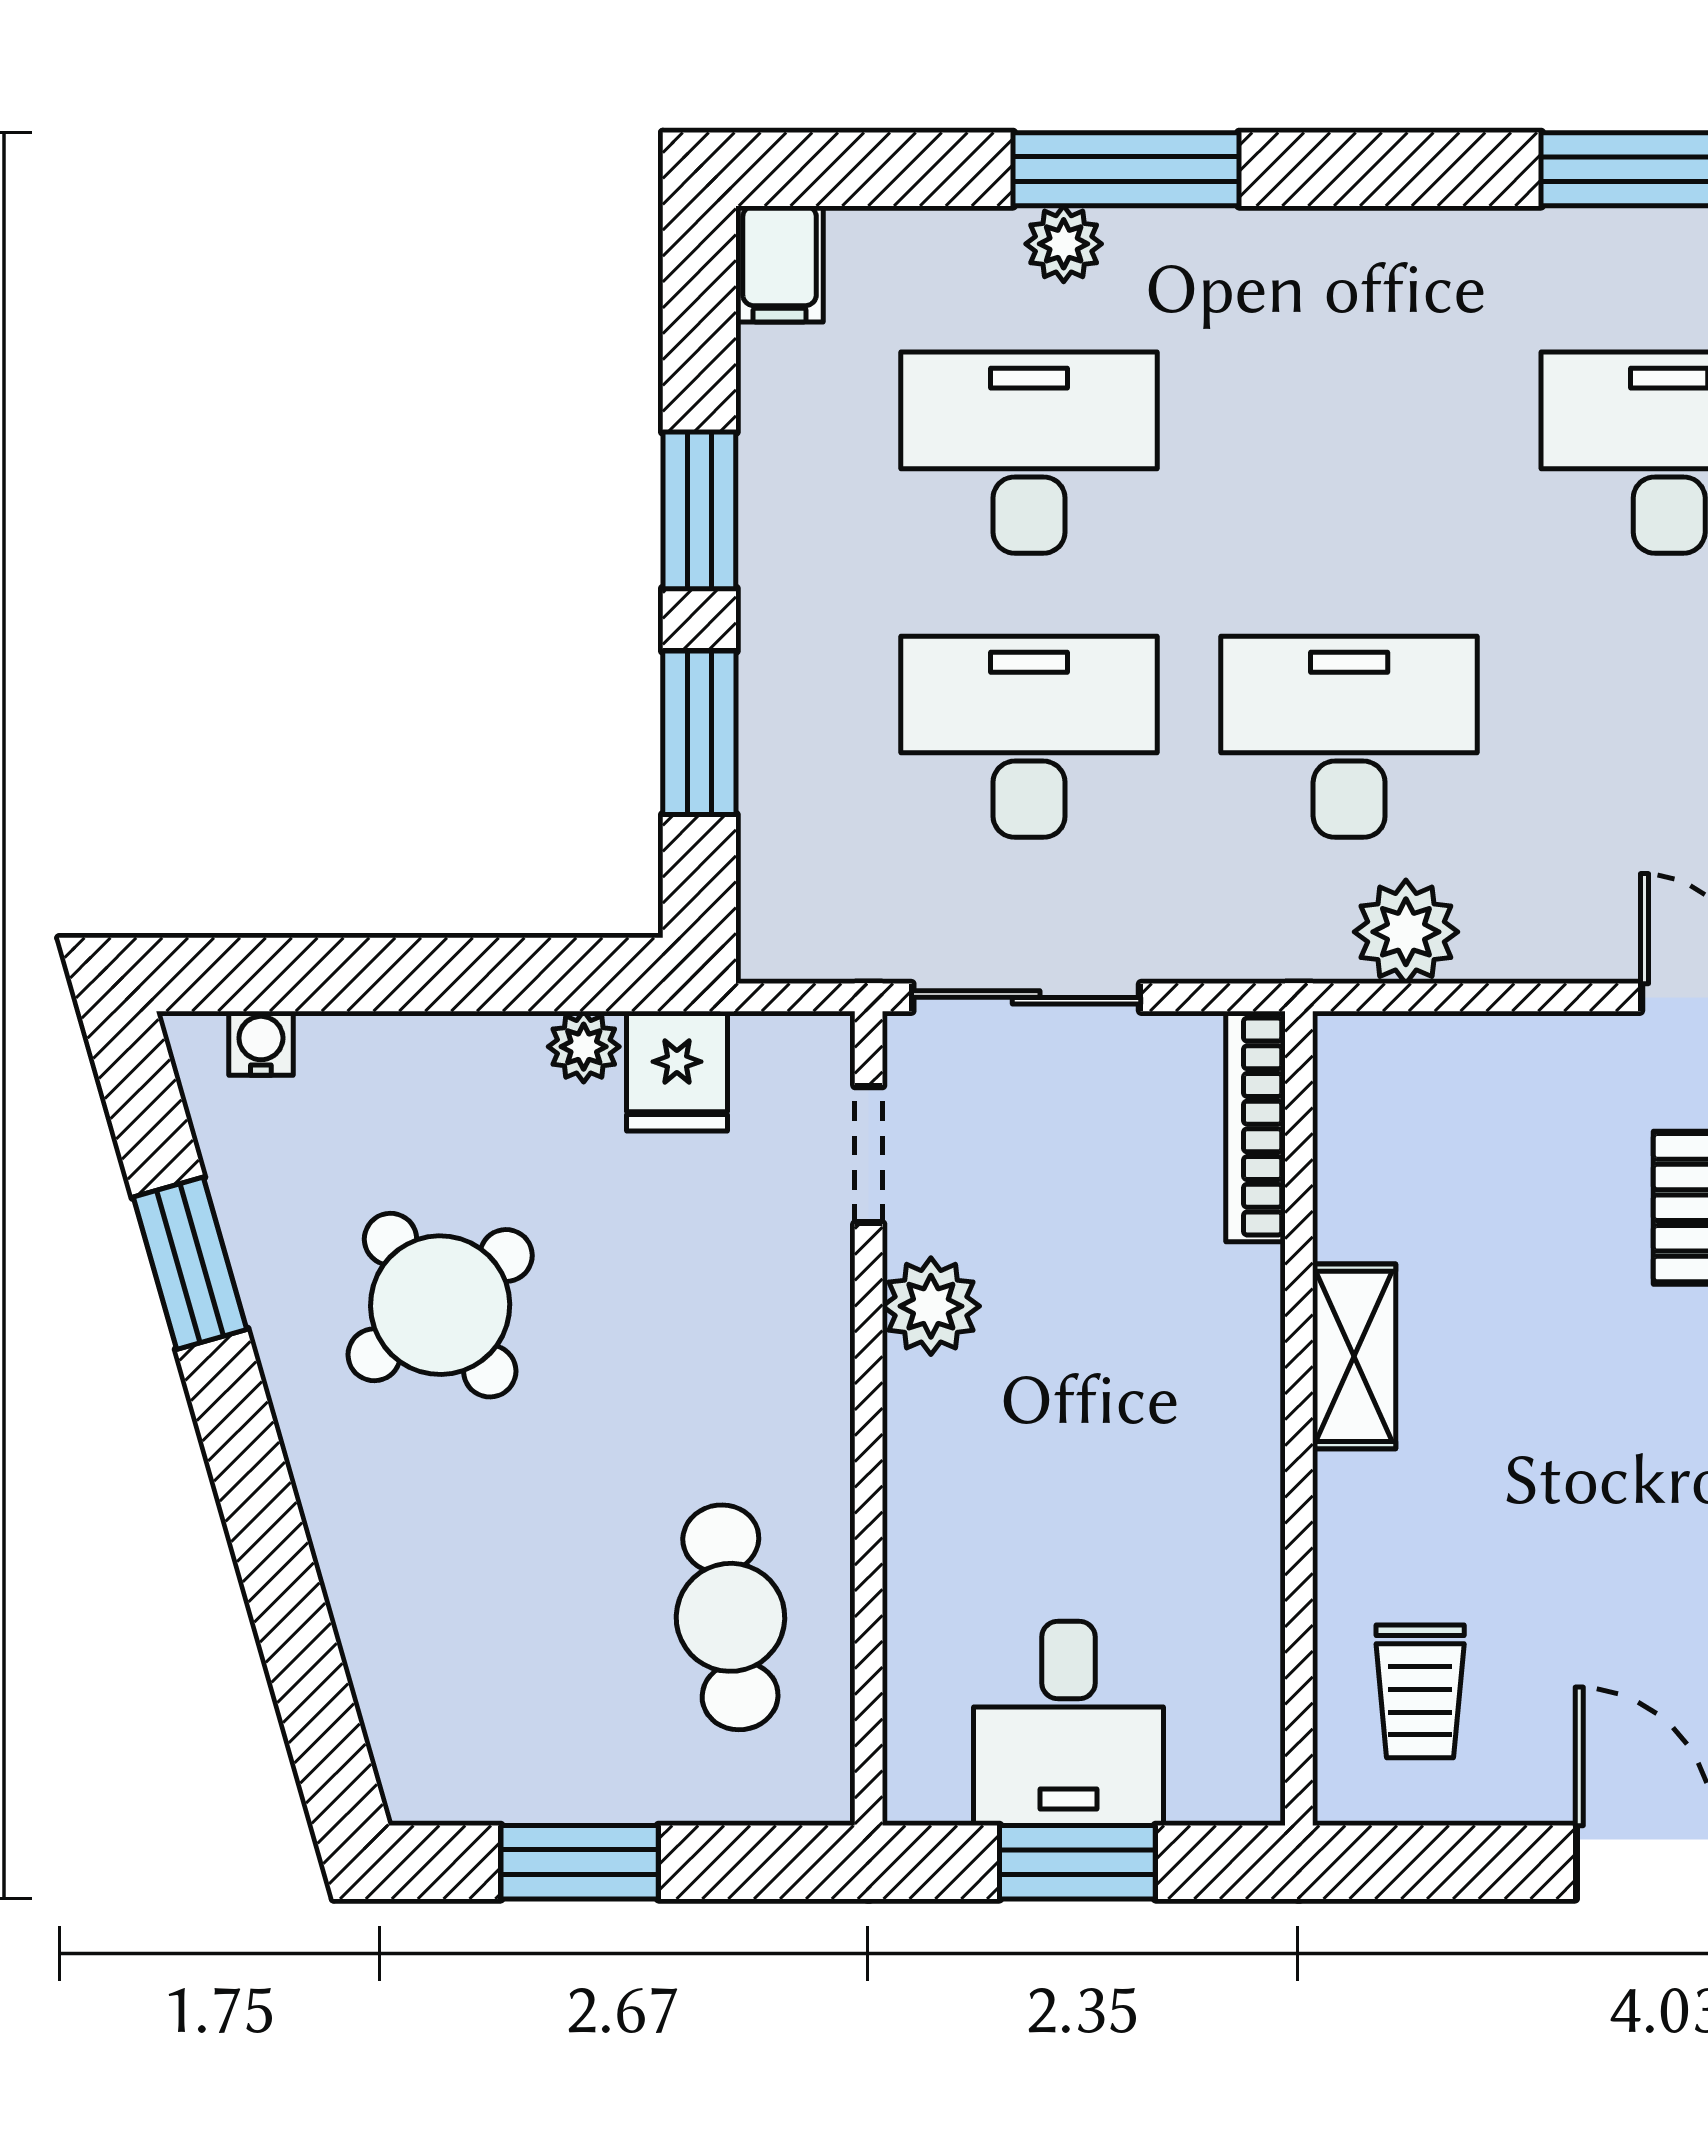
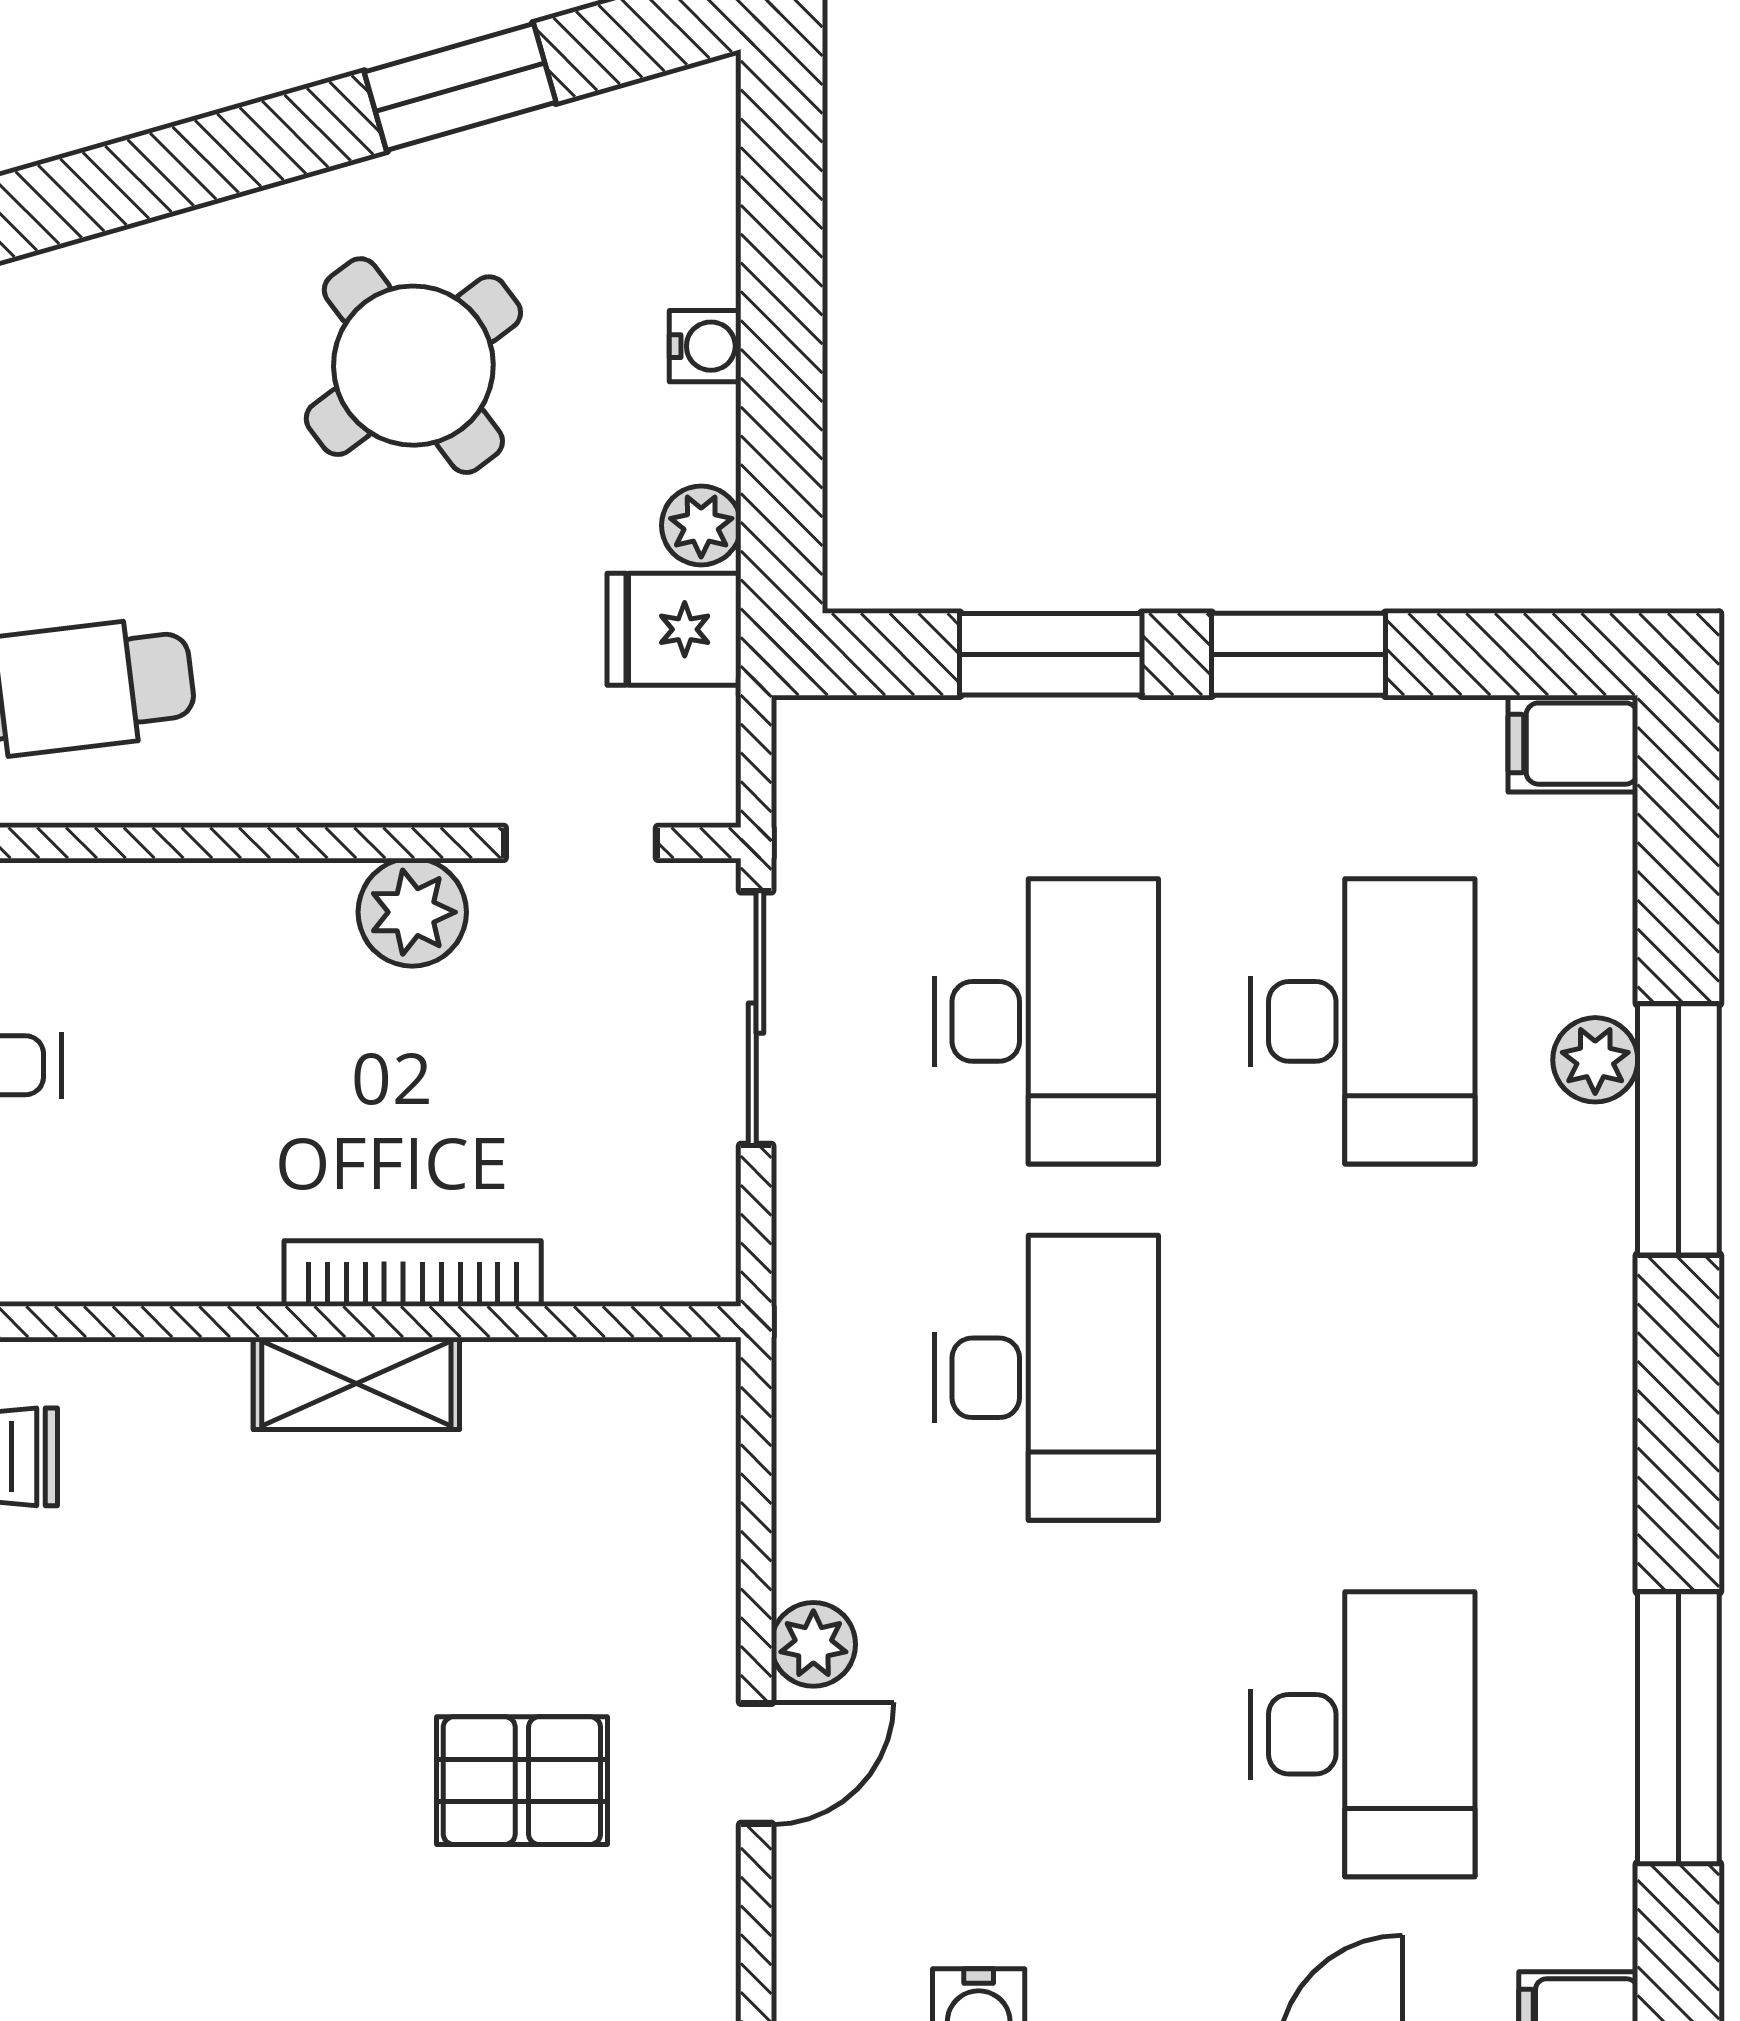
plant: (1406, 932) -> (813, 1644), moved, width x0.73, depth x0.73
water cooler: (261, 1043) -> (705, 346), moved
bookcase: (1256, 1127) -> (413, 1274), moved

